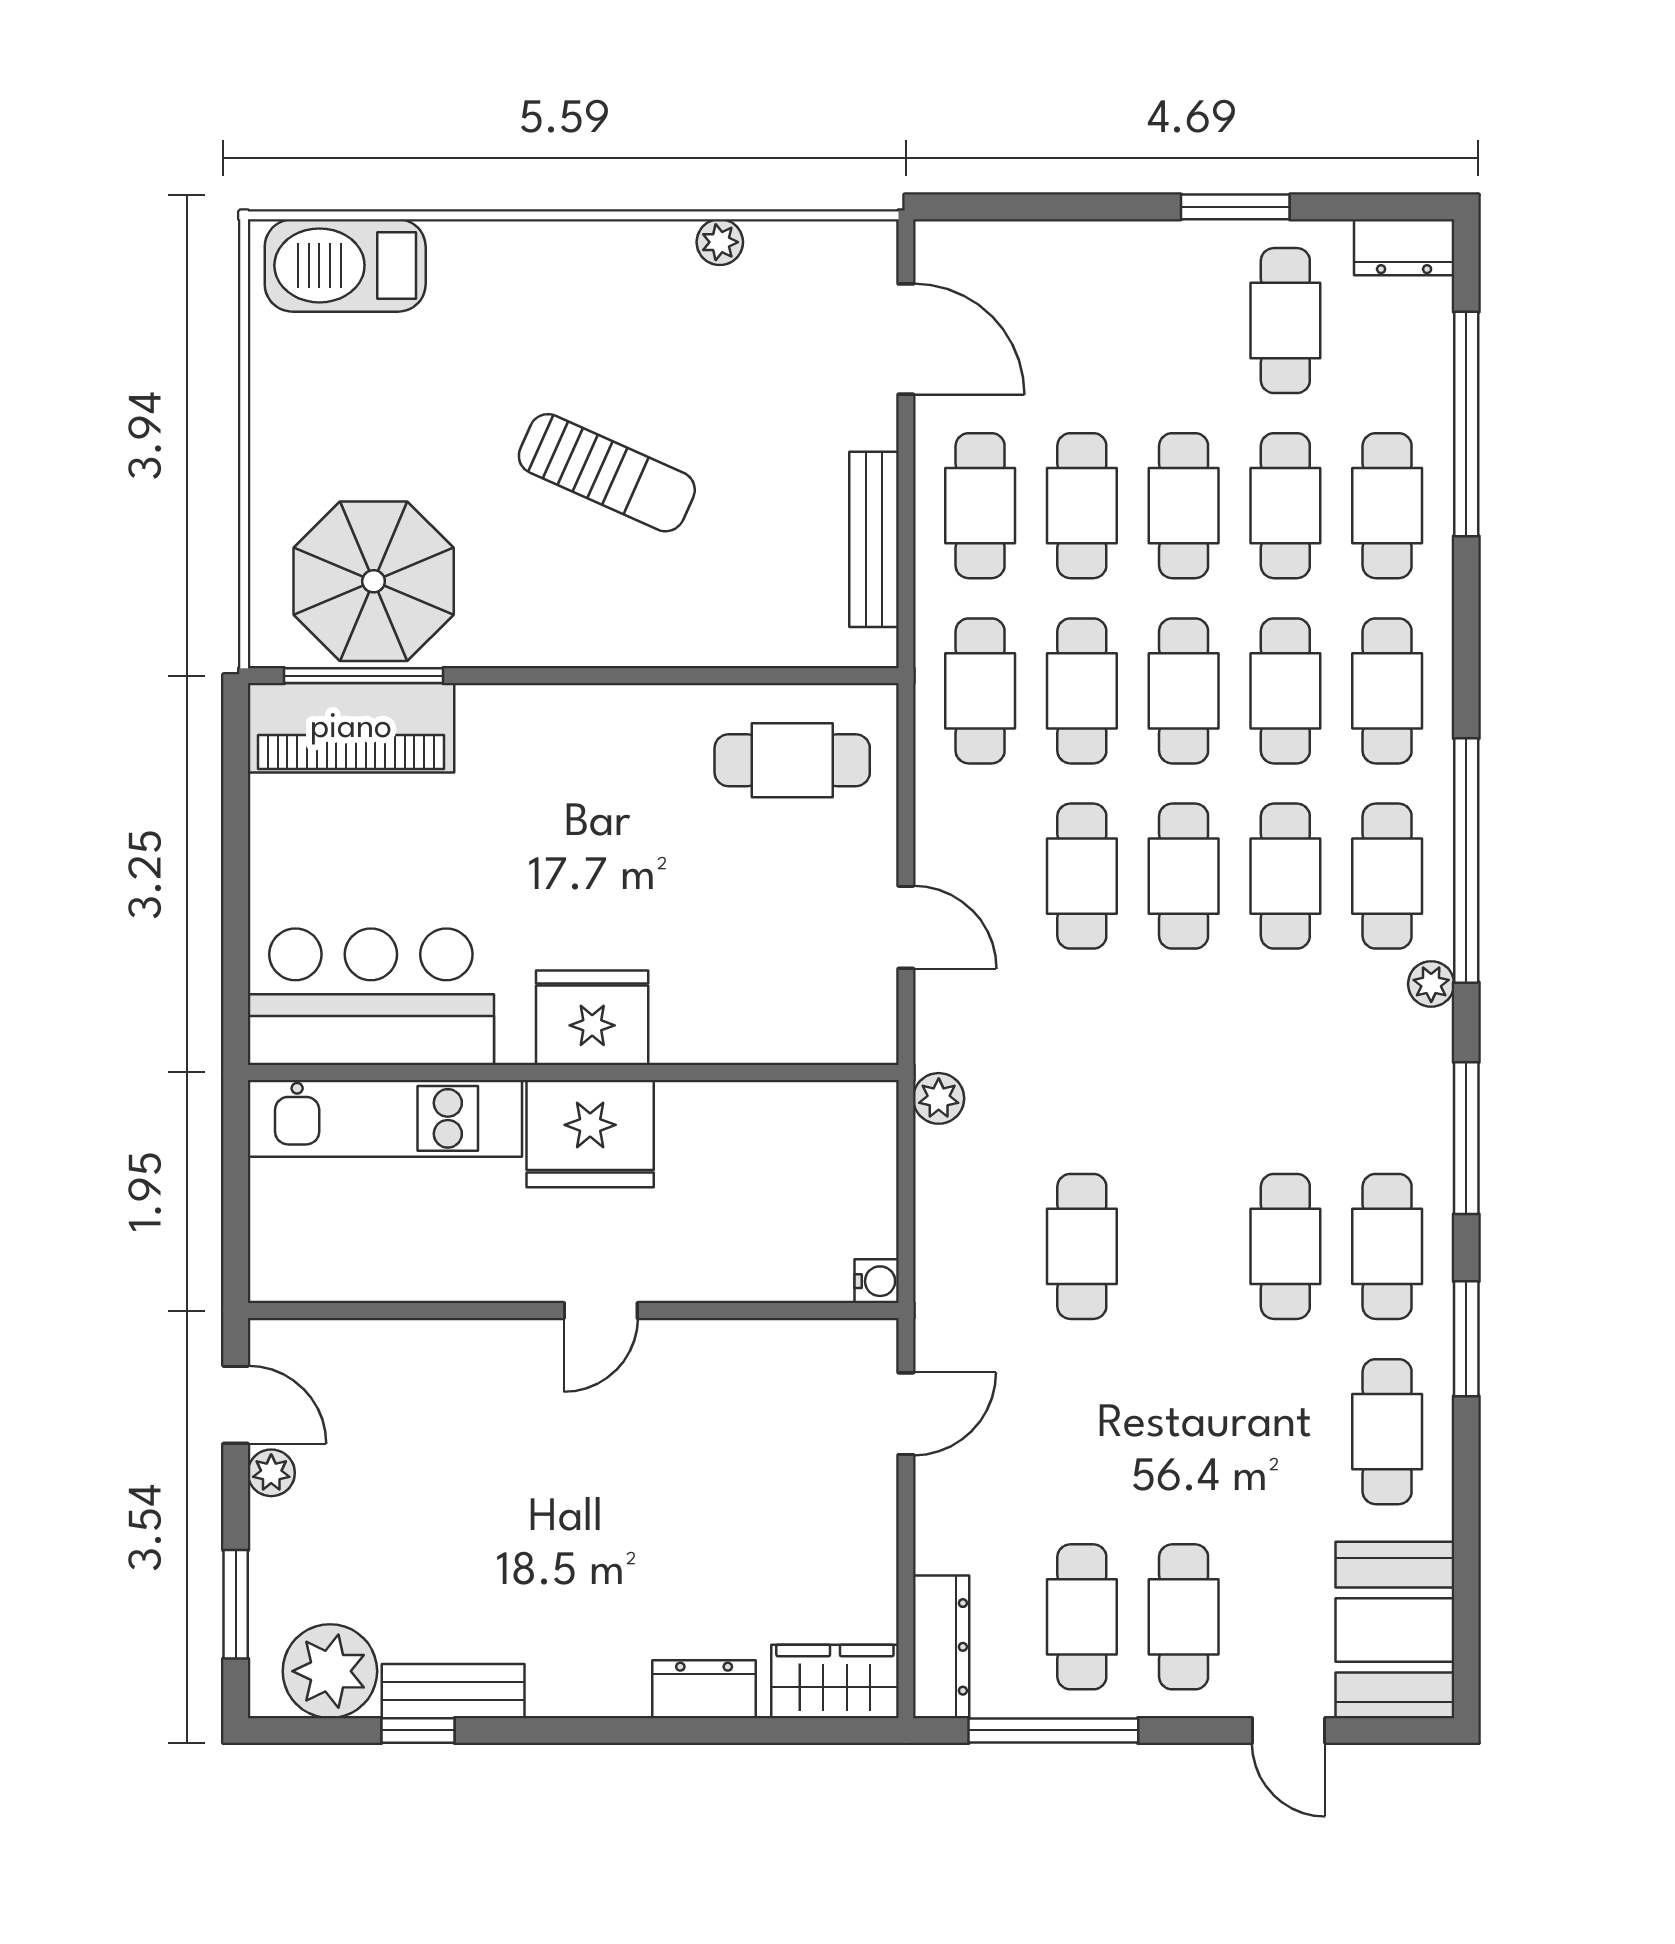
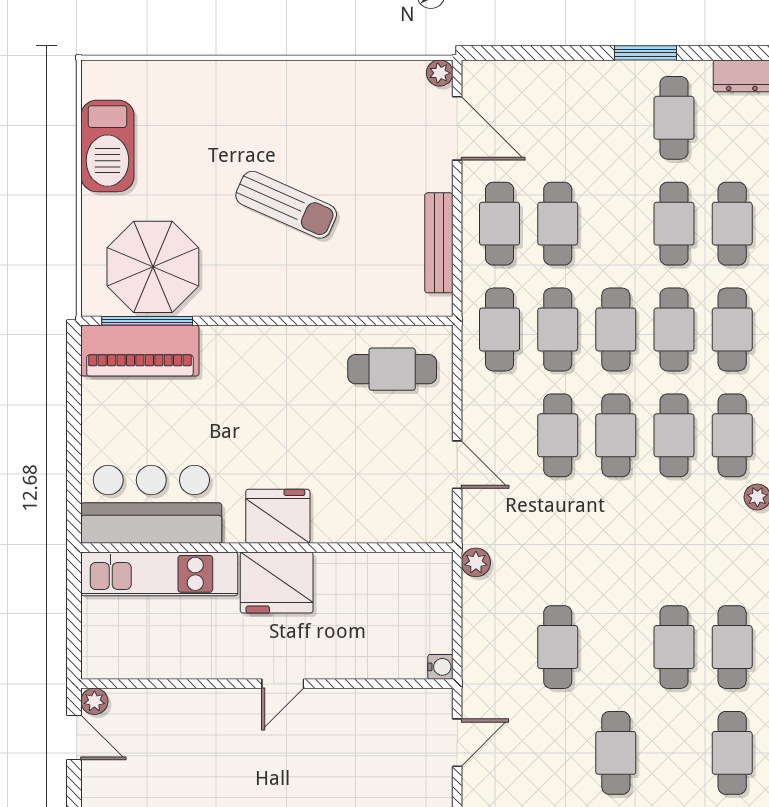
plant: (720, 242) -> (440, 73), moved
barbecue: (345, 265) -> (107, 146), moved, turned -90
cafe table: (1184, 506) -> (616, 753), moved
plant: (271, 1473) -> (94, 701), moved

